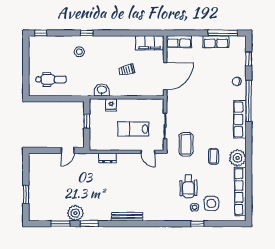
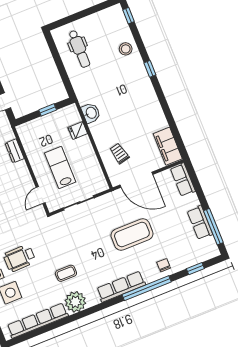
stool: (79, 52) -> (126, 49), moved
trolley: (126, 70) -> (119, 153), moved
coffee table: (186, 144) -> (132, 234), moved, width x1.36, depth x1.32

